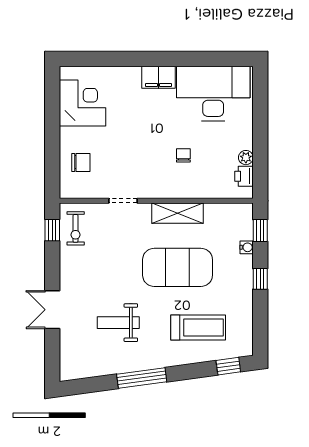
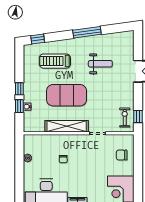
printer: (244, 176) -> (29, 147), removed
shelving: (177, 213) -> (67, 126), width x1.47
window: (260, 230) -> (19, 106), moved

